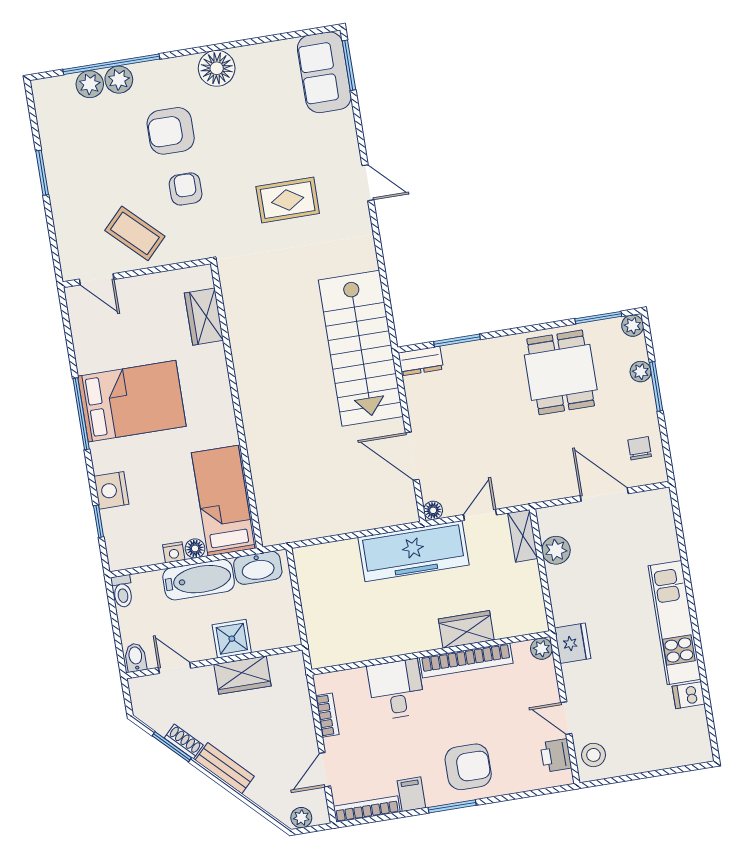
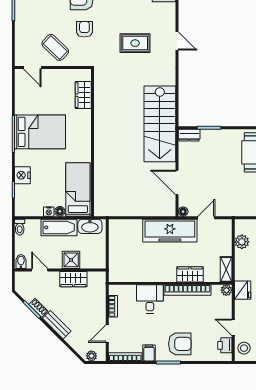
shelving: (523, 536) -> (226, 269), moved

